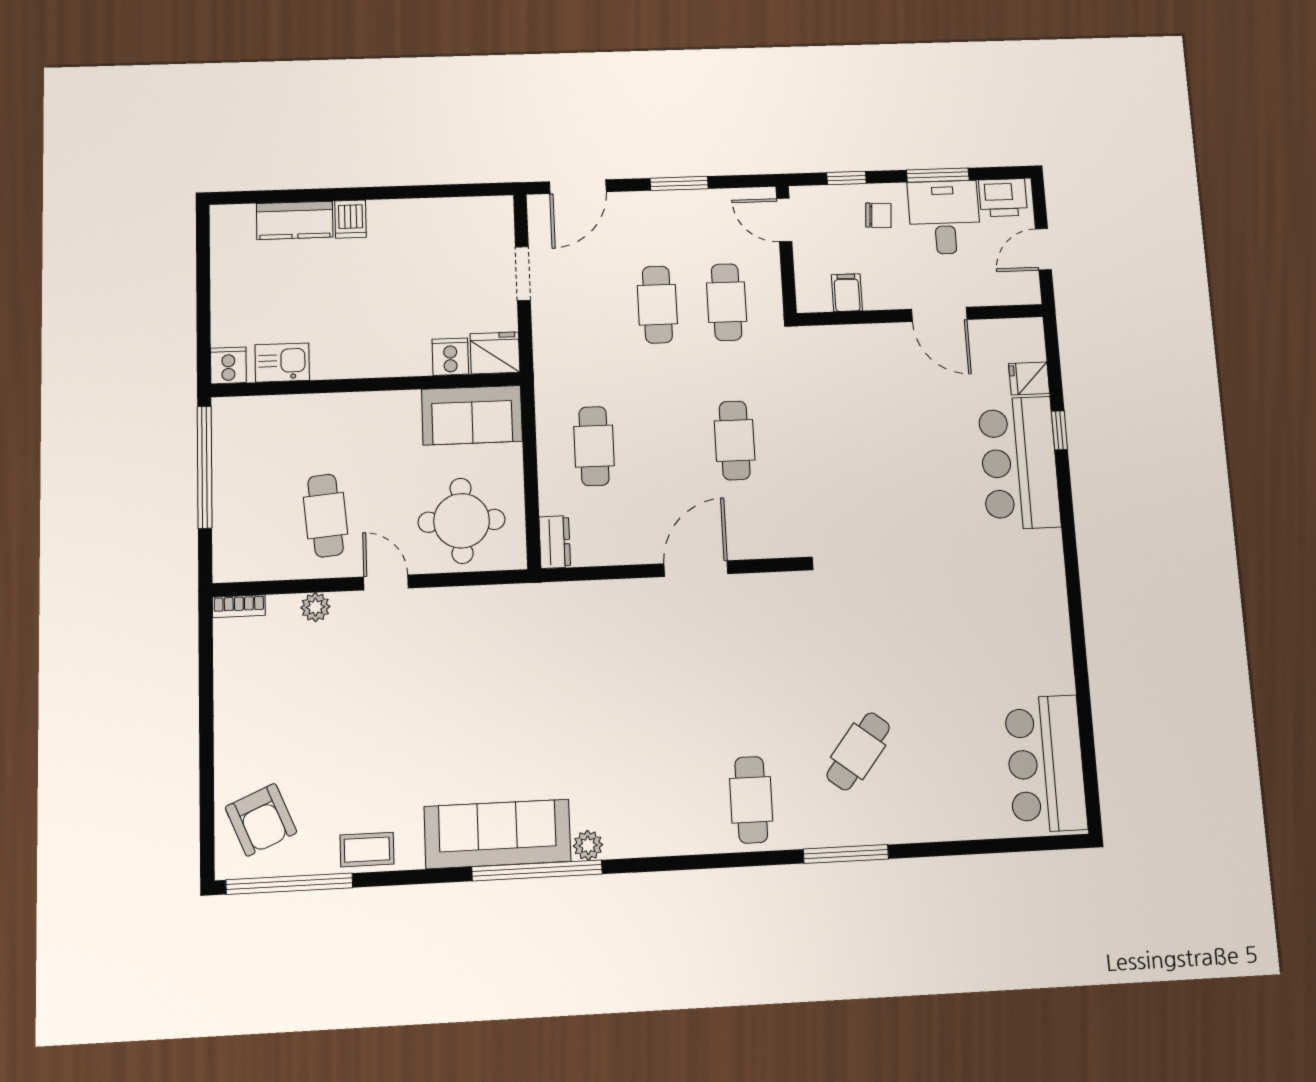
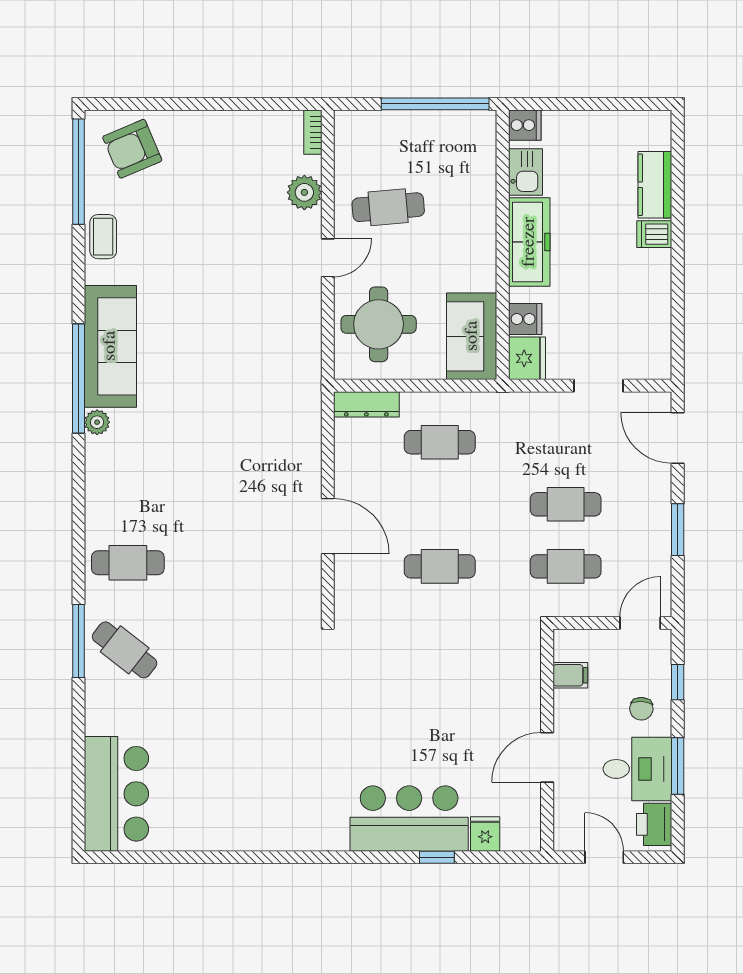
freezer: (362, 355) -> (529, 242), added
dresser: (555, 542) -> (366, 404), width x1.44
plant: (315, 607) -> (304, 192), width x1.38, depth x1.38
cafe table: (858, 751) -> (125, 650), moved
bar counter: (1046, 764) -> (116, 794), moved, turned 90

